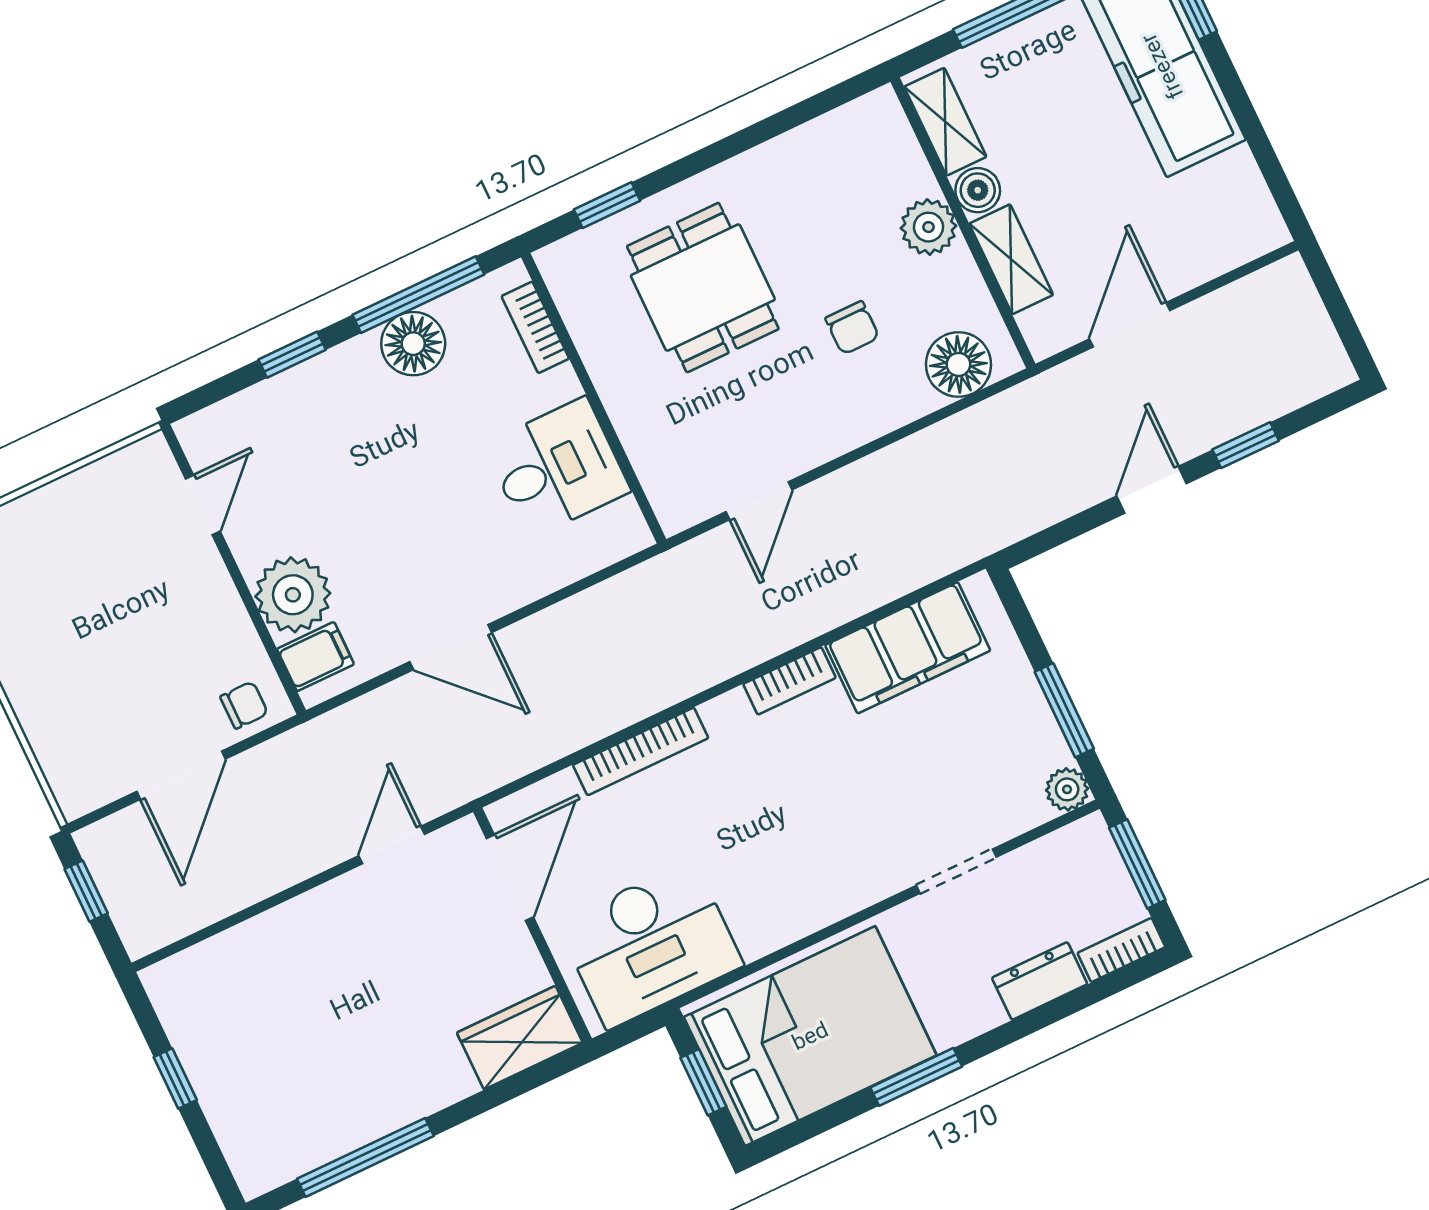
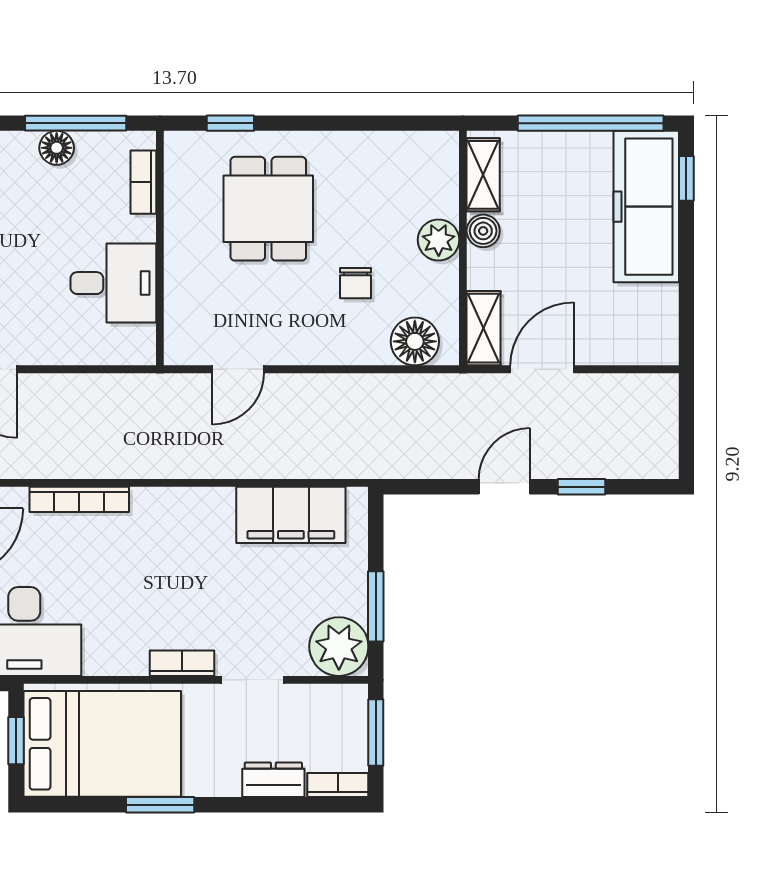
shelving: (1011, 259) -> (484, 328), moved
floor lamp: (413, 344) -> (57, 148), width x0.73, depth x0.73
bookcase: (790, 681) -> (182, 663), moved, turned 180
plant: (1067, 789) -> (339, 647), width x1.88, depth x1.88

